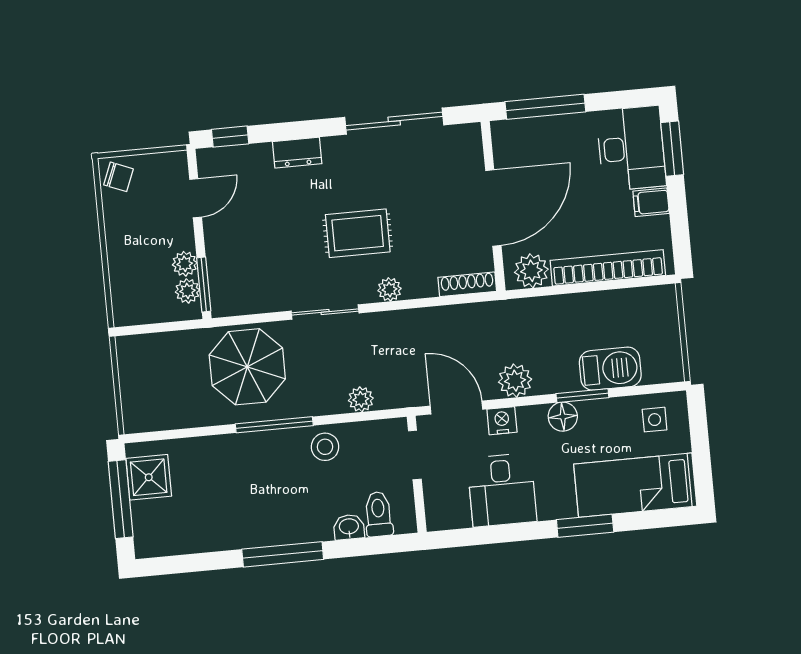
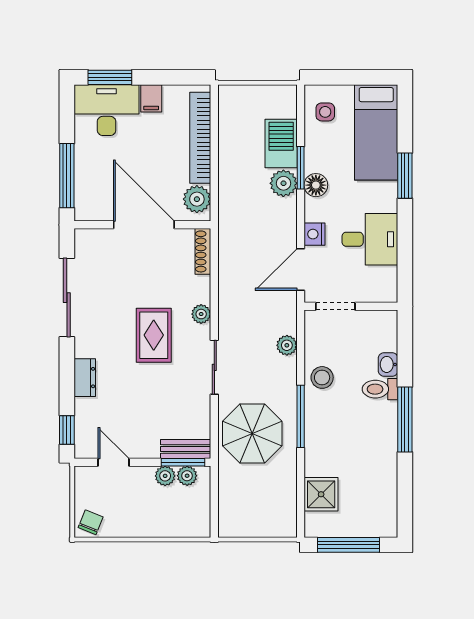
bench: (220, 286) -> (186, 449), added
plant: (515, 381) -> (283, 183), moved
shower: (149, 477) -> (321, 494), moved
toilet: (378, 514) -> (380, 389), moved

